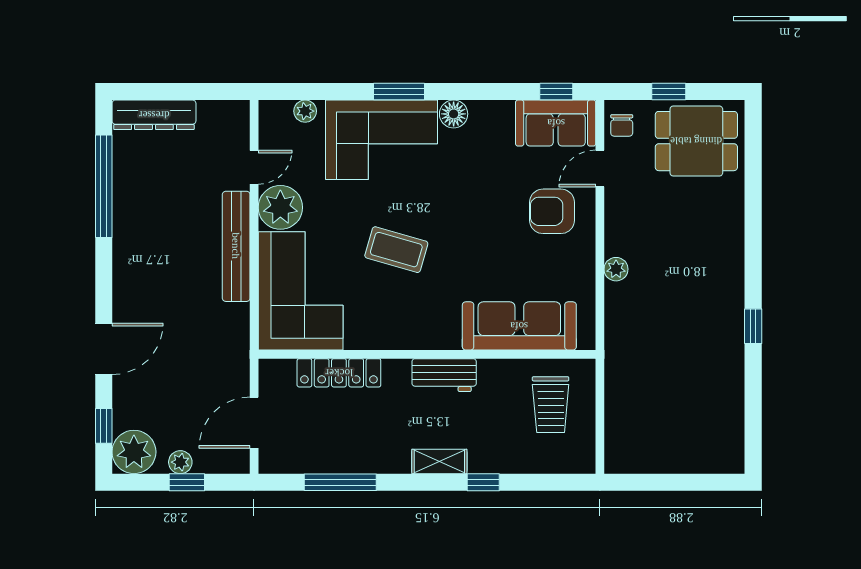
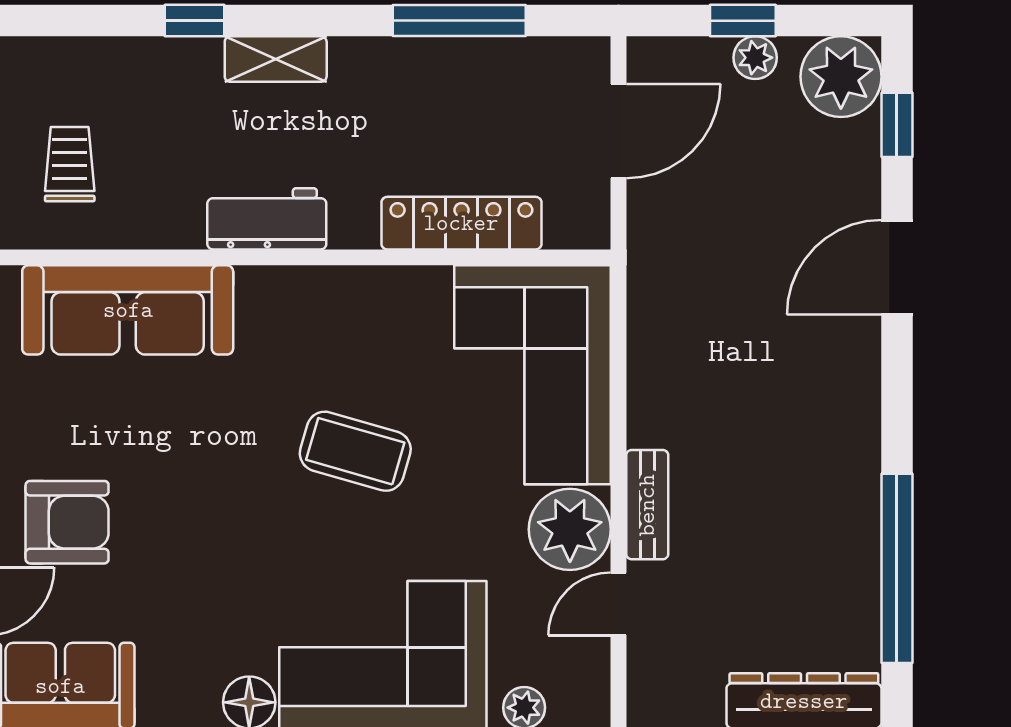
bench: (236, 246) -> (647, 505), width x0.54, depth x0.82
trolley: (551, 405) -> (70, 164), width x0.73, depth x0.72

